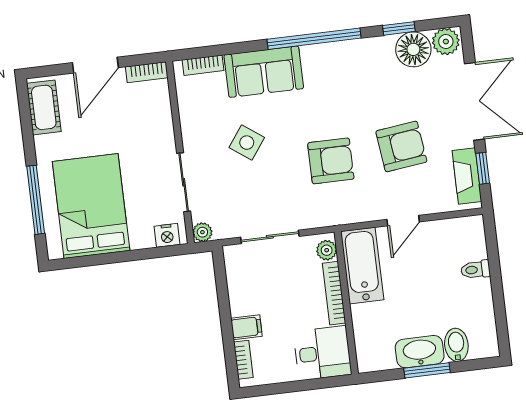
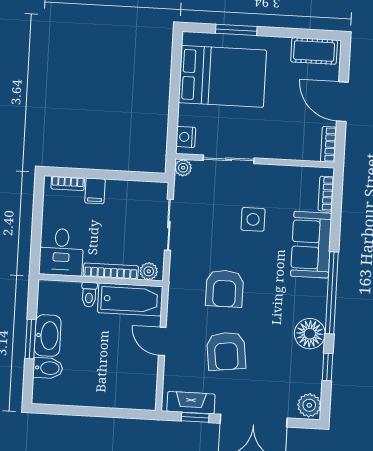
floor lamp: (413, 49) -> (310, 334), moved
side table: (247, 143) -> (253, 219), turned -36
window: (36, 200) -> (236, 30), width x0.69
toilet: (475, 270) -> (89, 294), moved, turned 180

